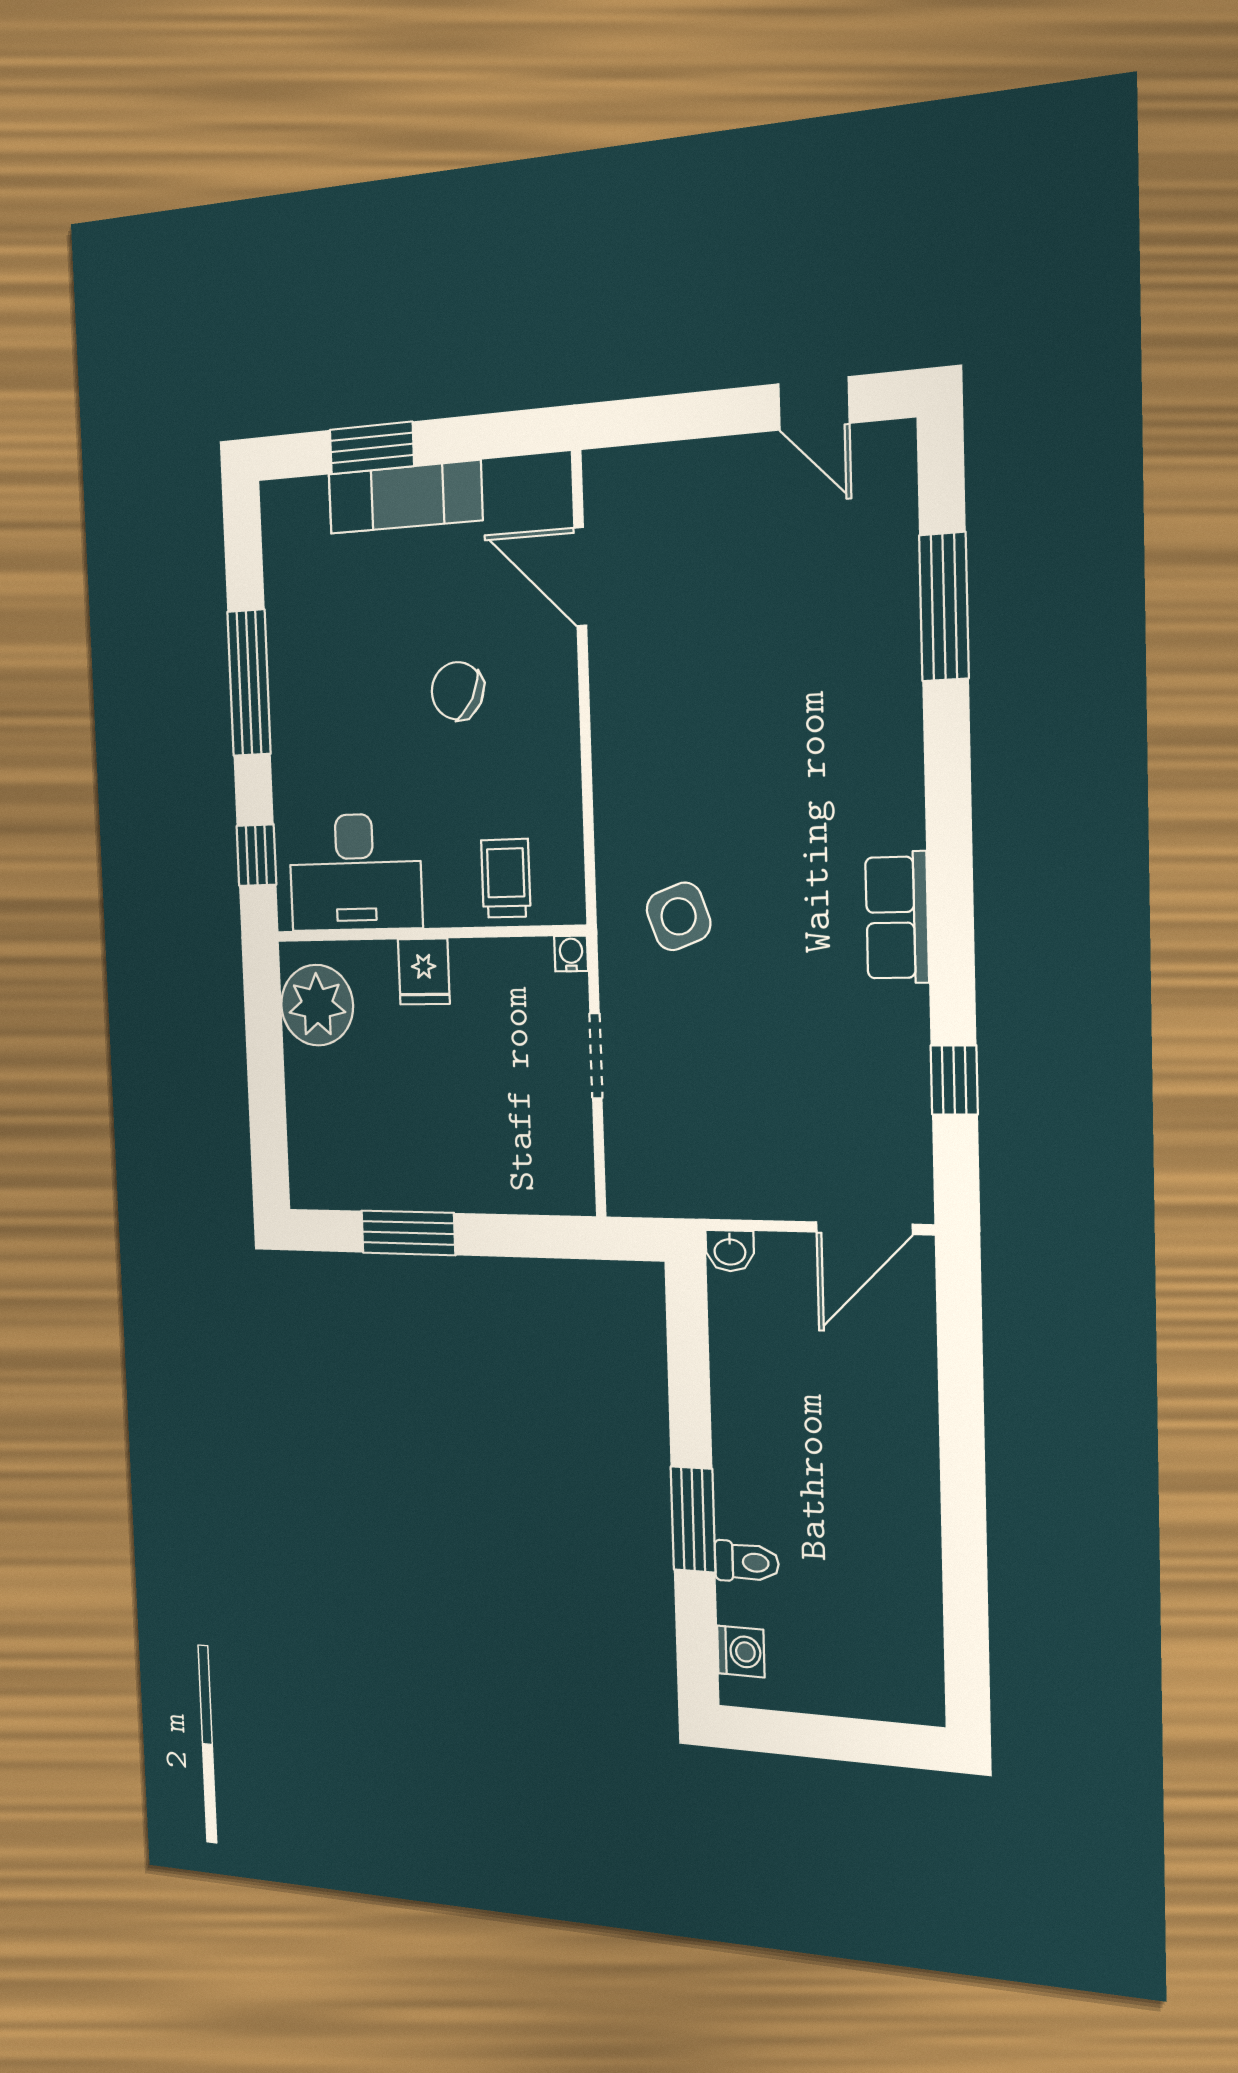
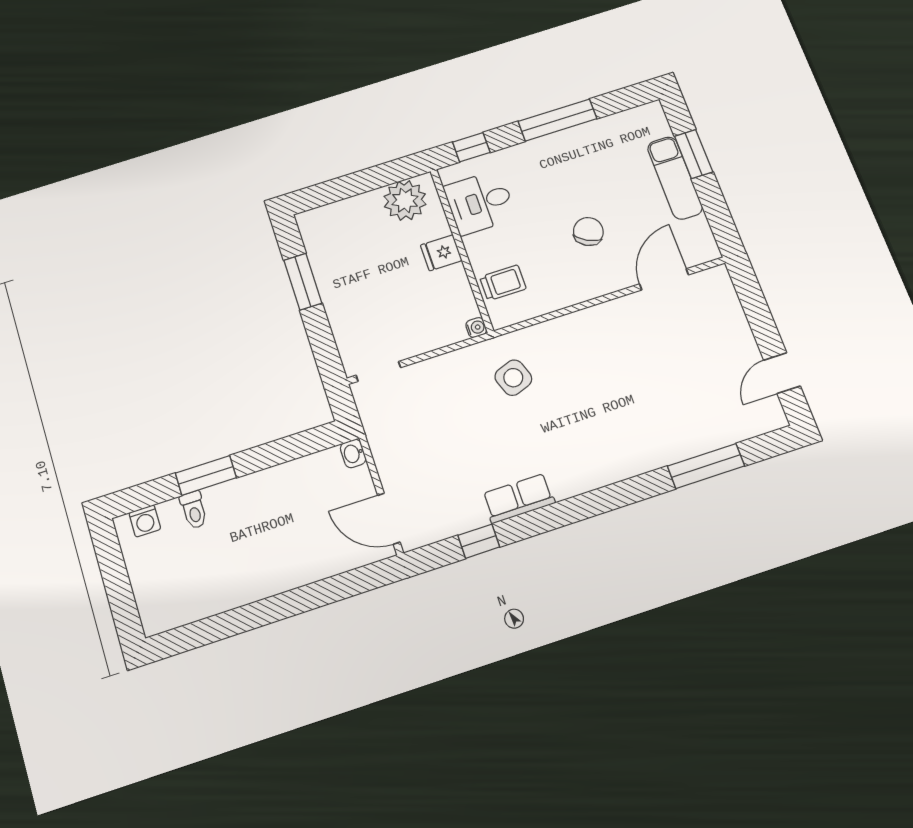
desk: (355, 872) -> (480, 202), width x0.73
row of seats: (897, 917) -> (519, 498), moved
doorway: (596, 1056) -> (378, 371), moved

